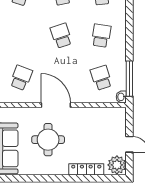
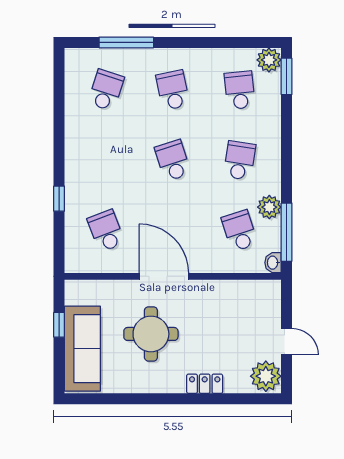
plant: (119, 64) -> (269, 207), added
school desk: (21, 78) -> (106, 231), turned -42
locker: (86, 169) -> (205, 384), width x0.66

